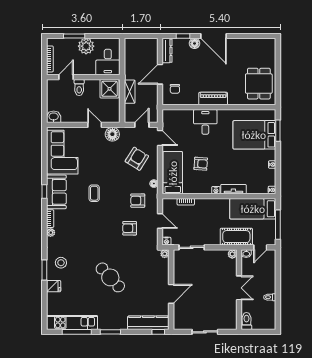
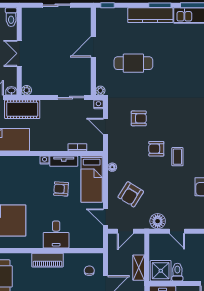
toilet: (79, 88) -> (177, 272), moved
tv unit: (233, 189) -> (64, 161), moved
armchair: (138, 201) -> (156, 149), moved, turned 180
cafe table: (110, 277) -> (133, 63), moved, turned -47
kitchen counter: (148, 323) -> (150, 15), moved

